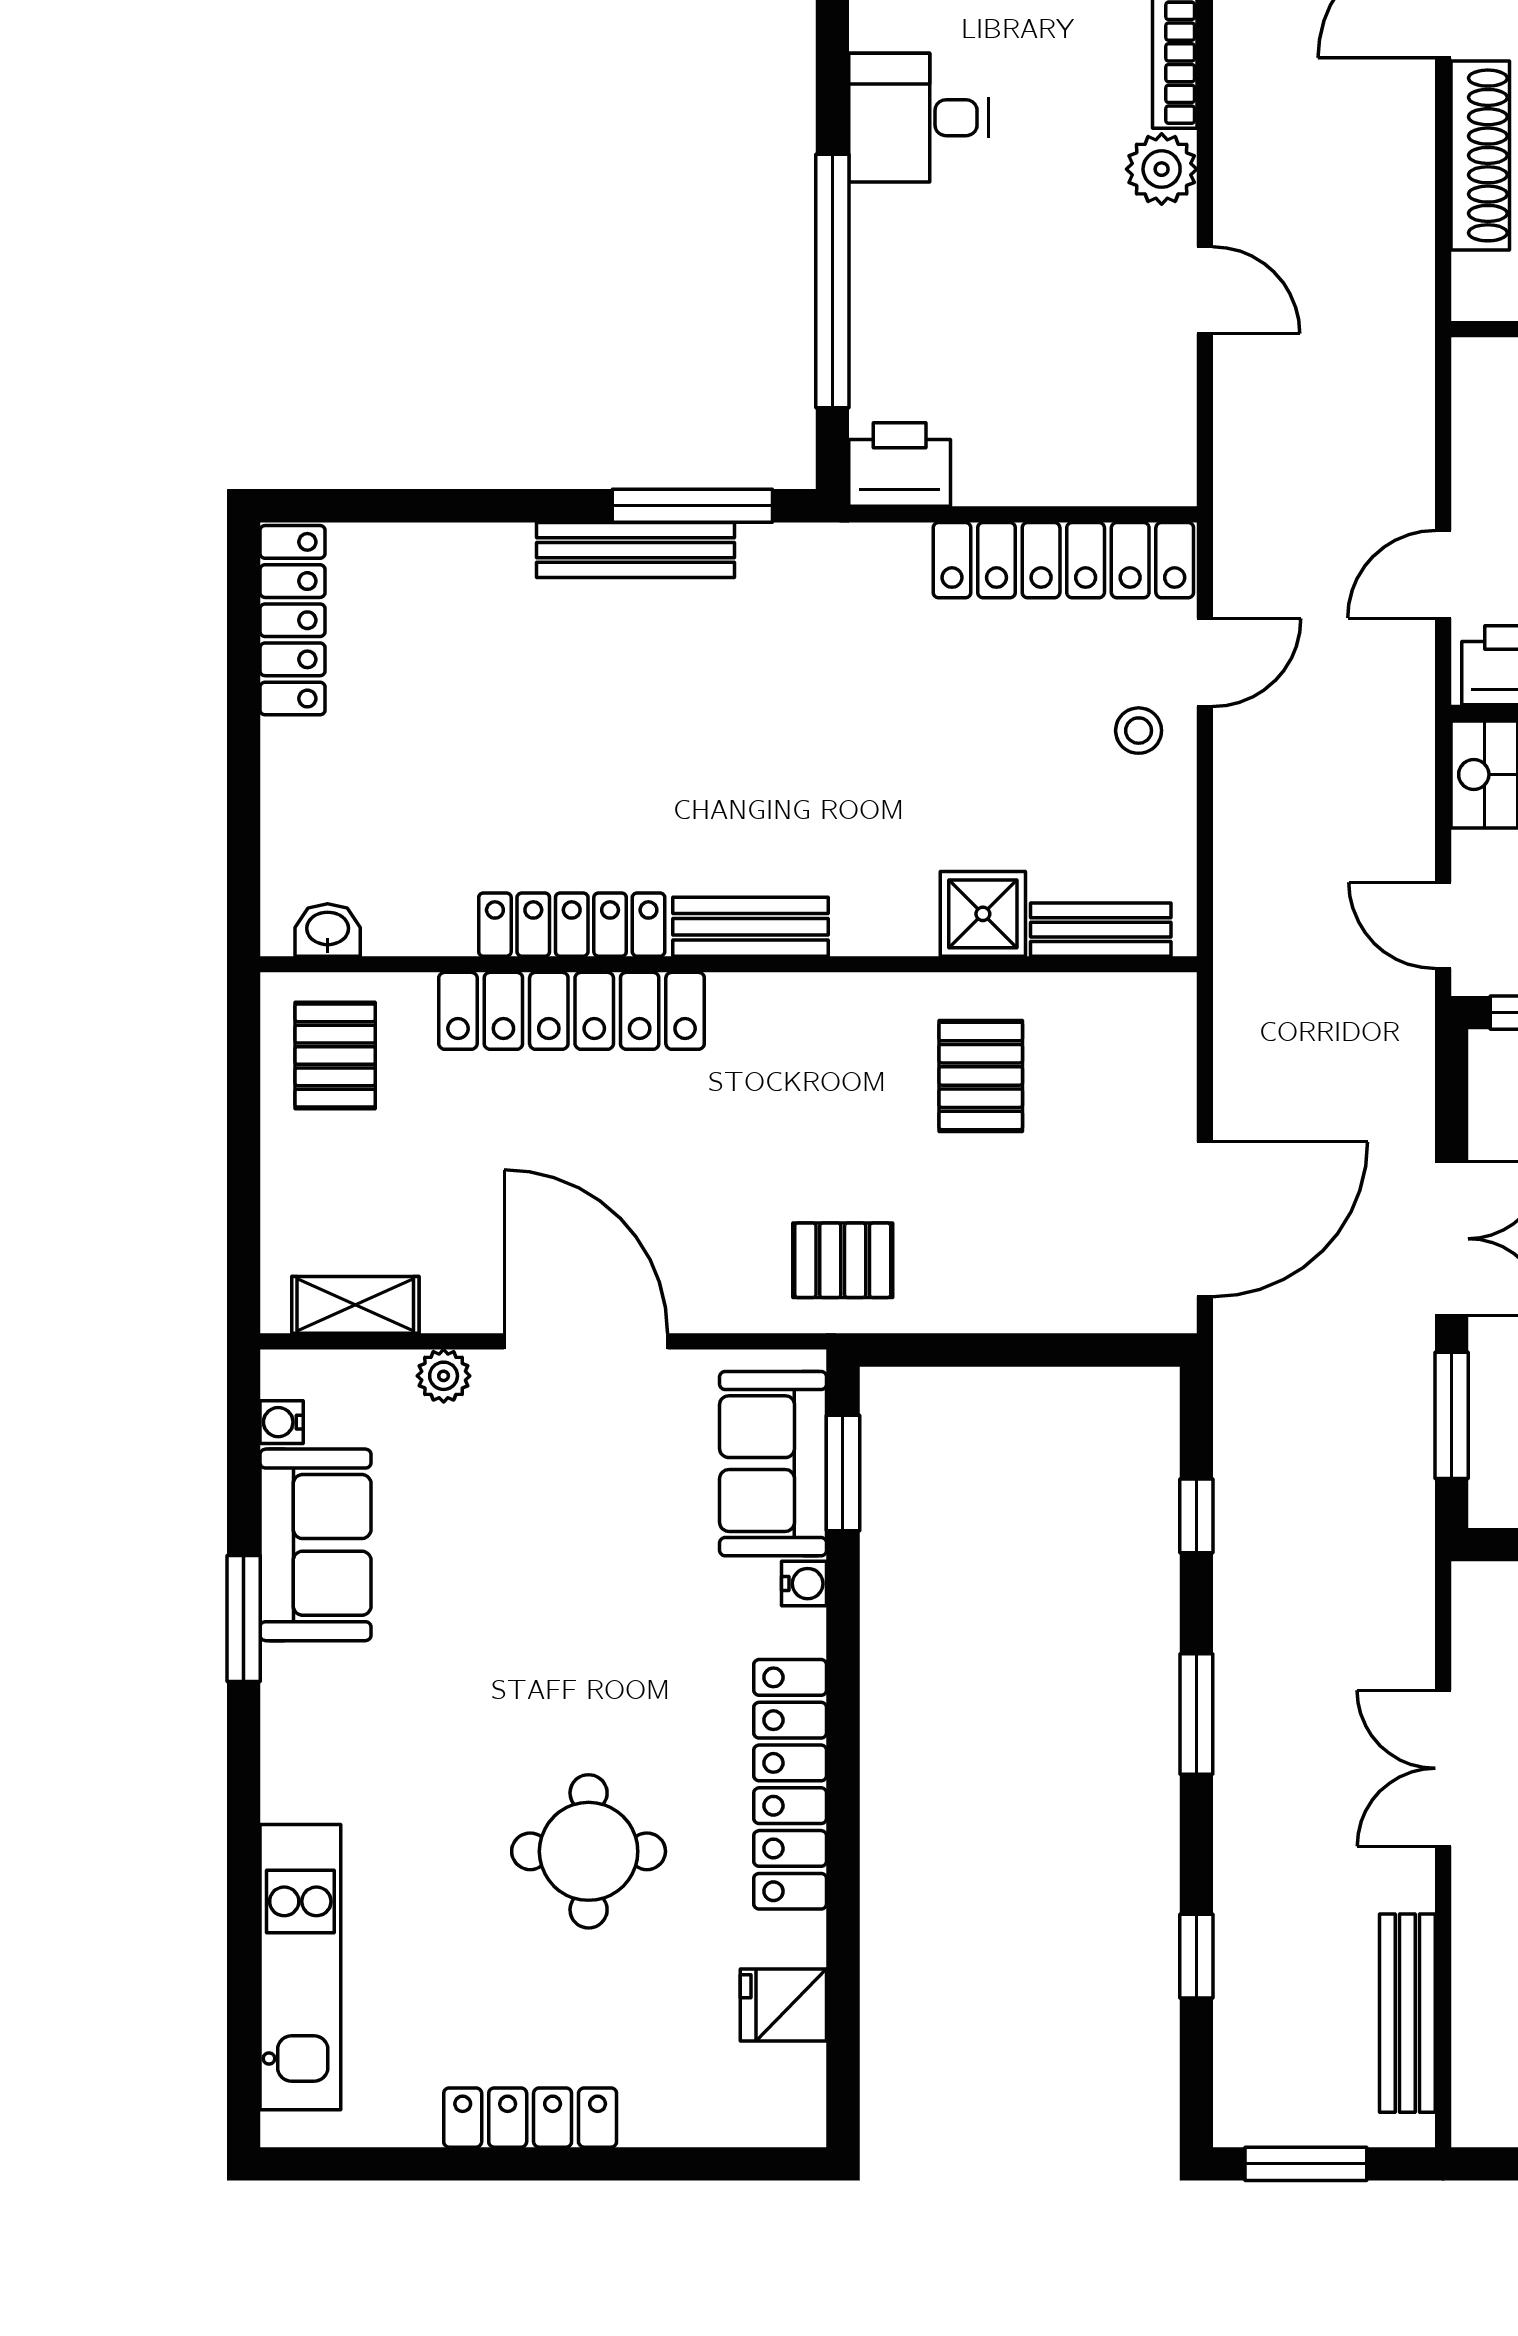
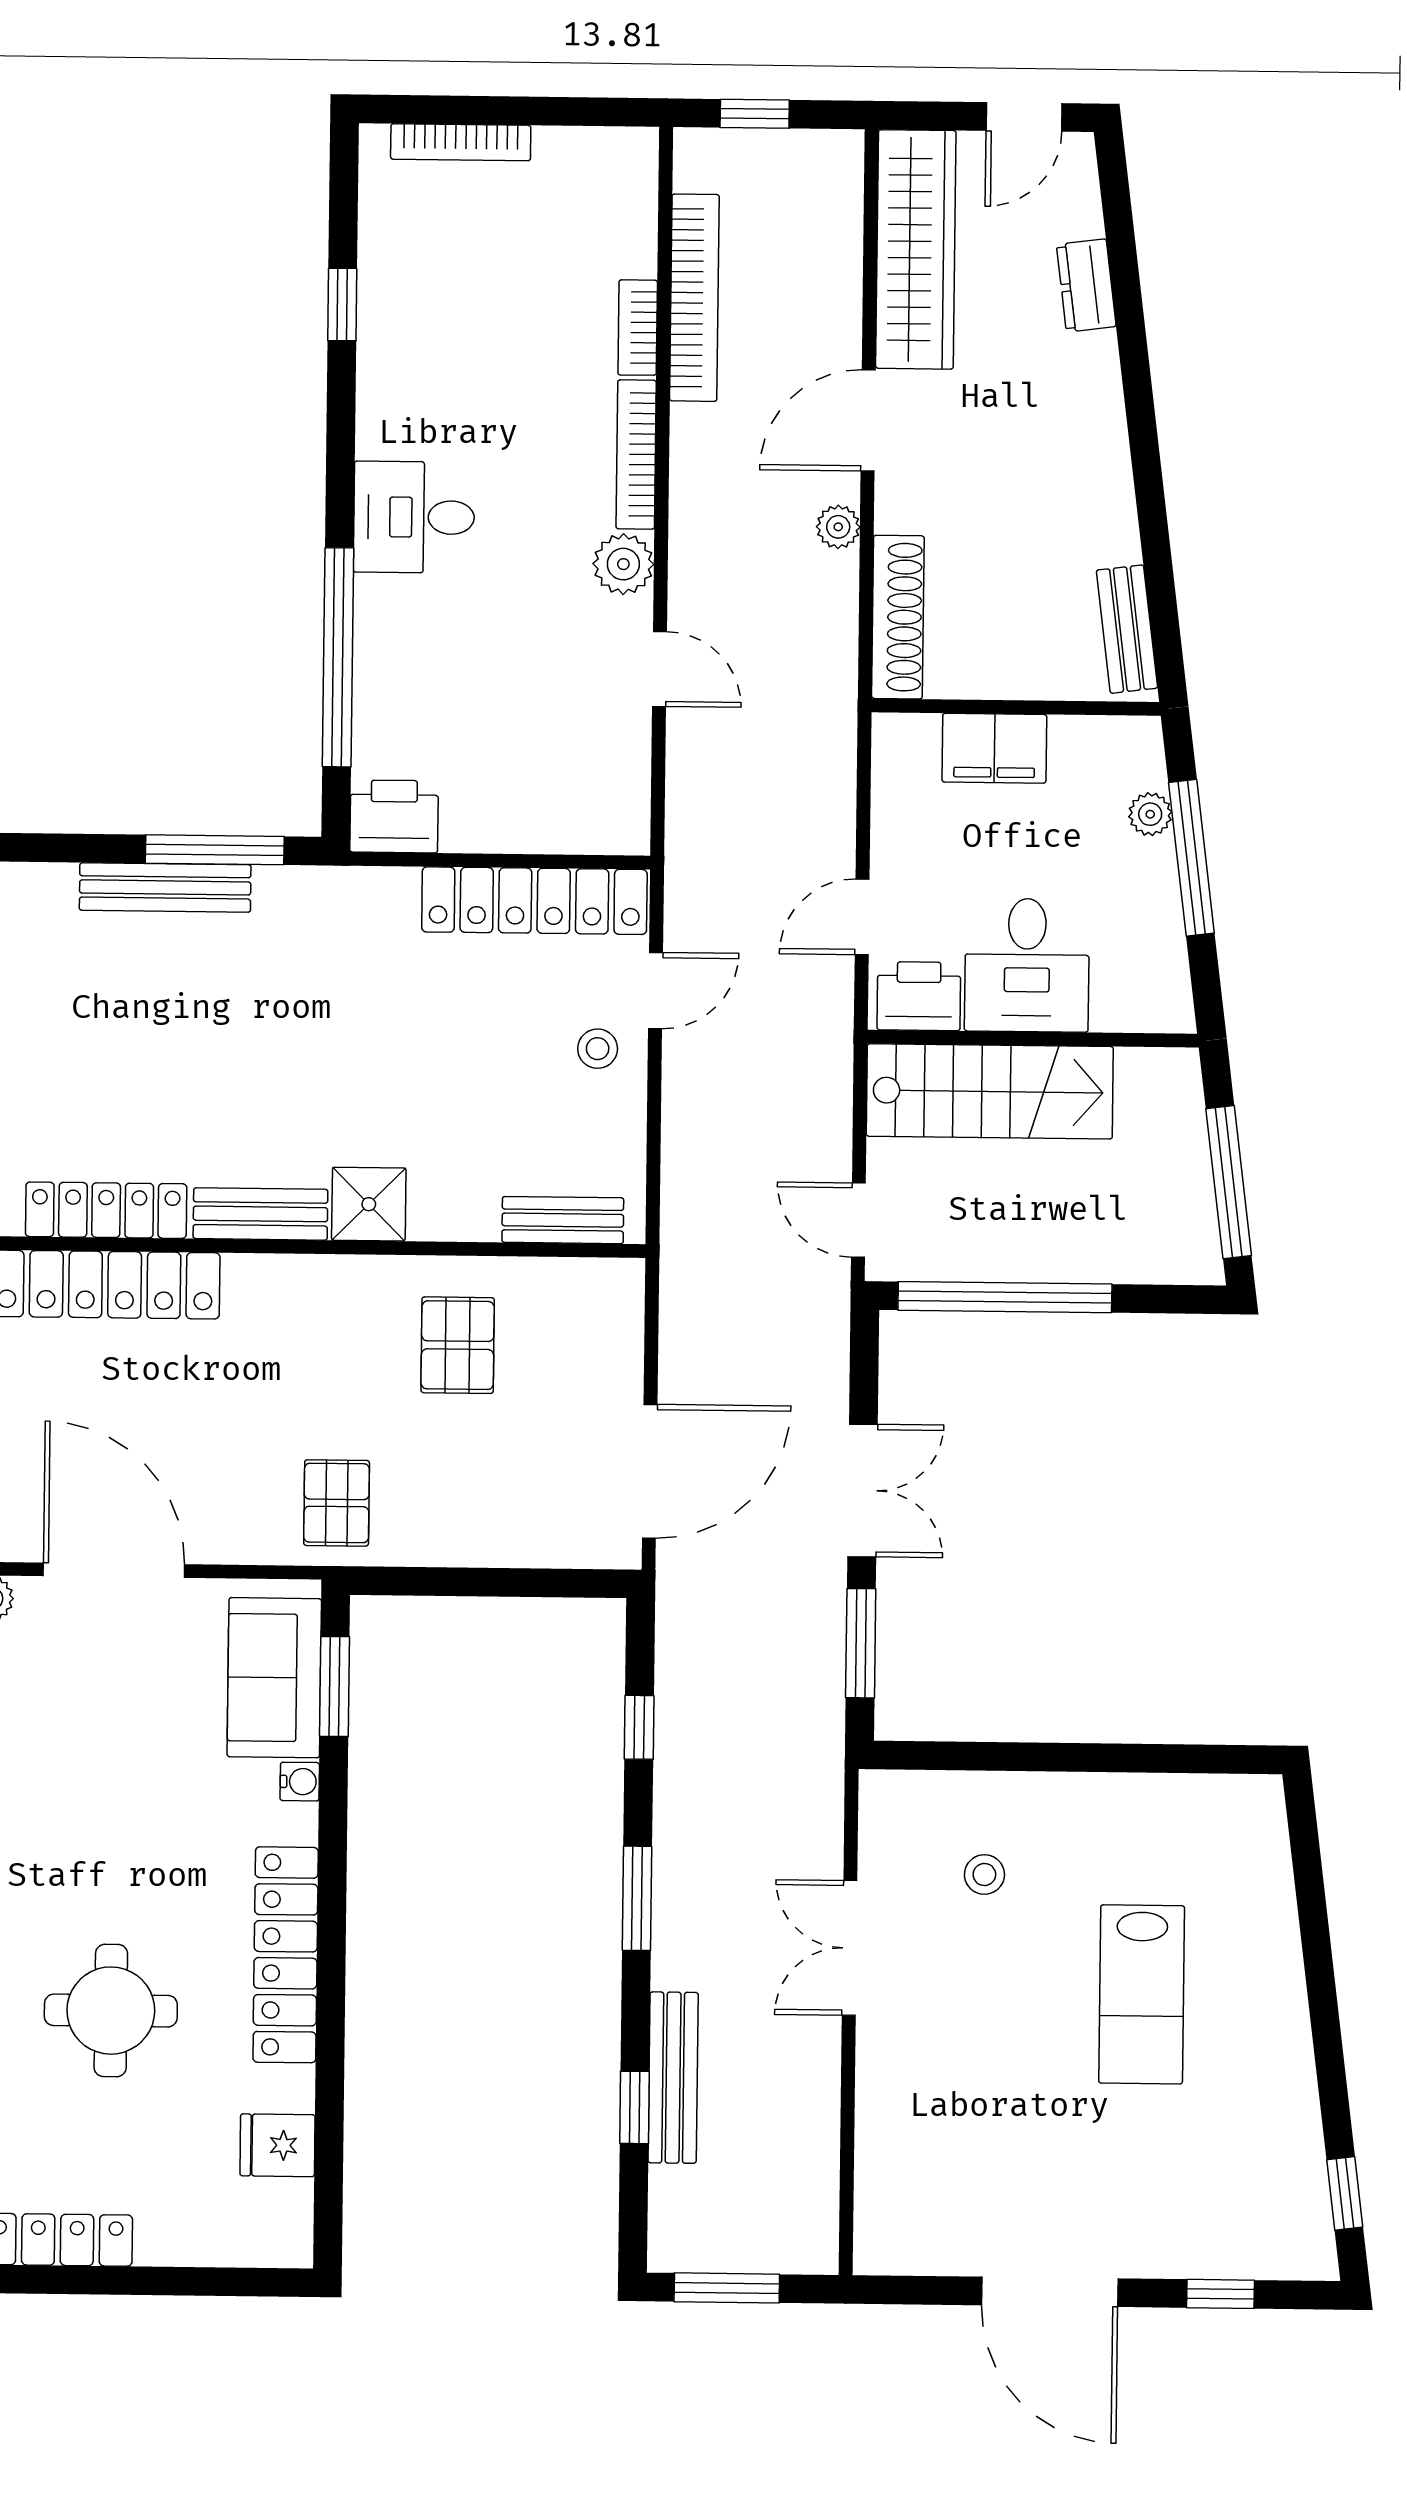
plant: (1410, 123) -> (838, 527), added
shoe rack: (1480, 155) -> (898, 617), moved
shower: (983, 914) -> (369, 1204), moved
pallet: (843, 1260) -> (337, 1503), turned 90
bench: (1407, 2013) -> (673, 2078), moved

